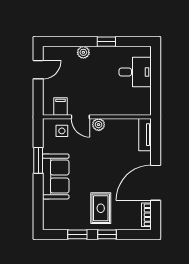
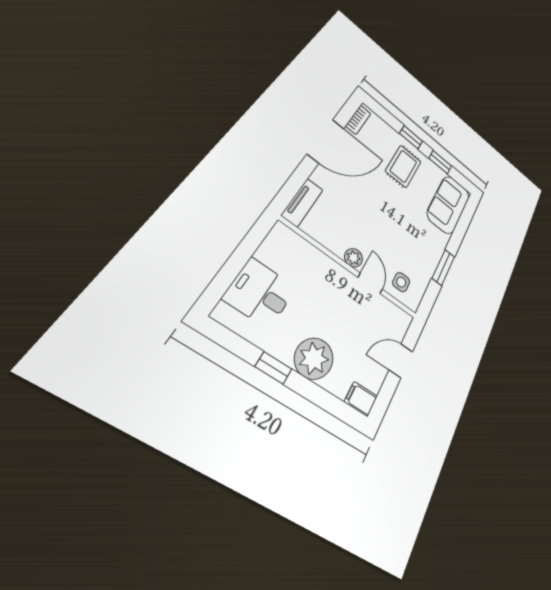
plant: (83, 52) -> (314, 359), width x1.88, depth x1.88
door: (38, 70) -> (401, 361), moved
filing cabinet: (61, 107) -> (361, 399), moved, turned 90
sofa: (56, 176) -> (449, 205), moved

